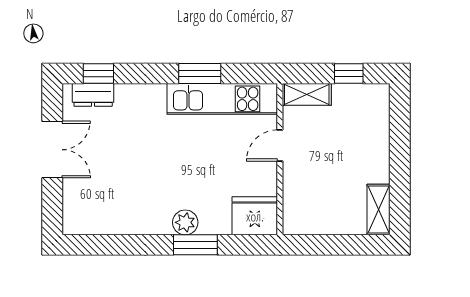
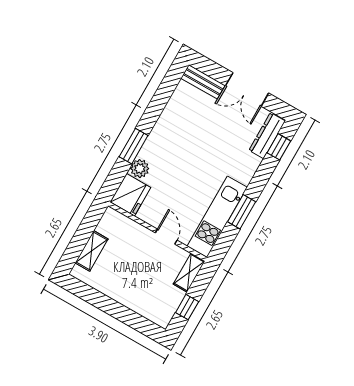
dresser: (93, 95) -> (267, 136), width x1.44
bench: (73, 206) -> (203, 82), added
shelving: (379, 210) -> (92, 251), moved, turned 90
plant: (185, 222) -> (140, 169), moved

